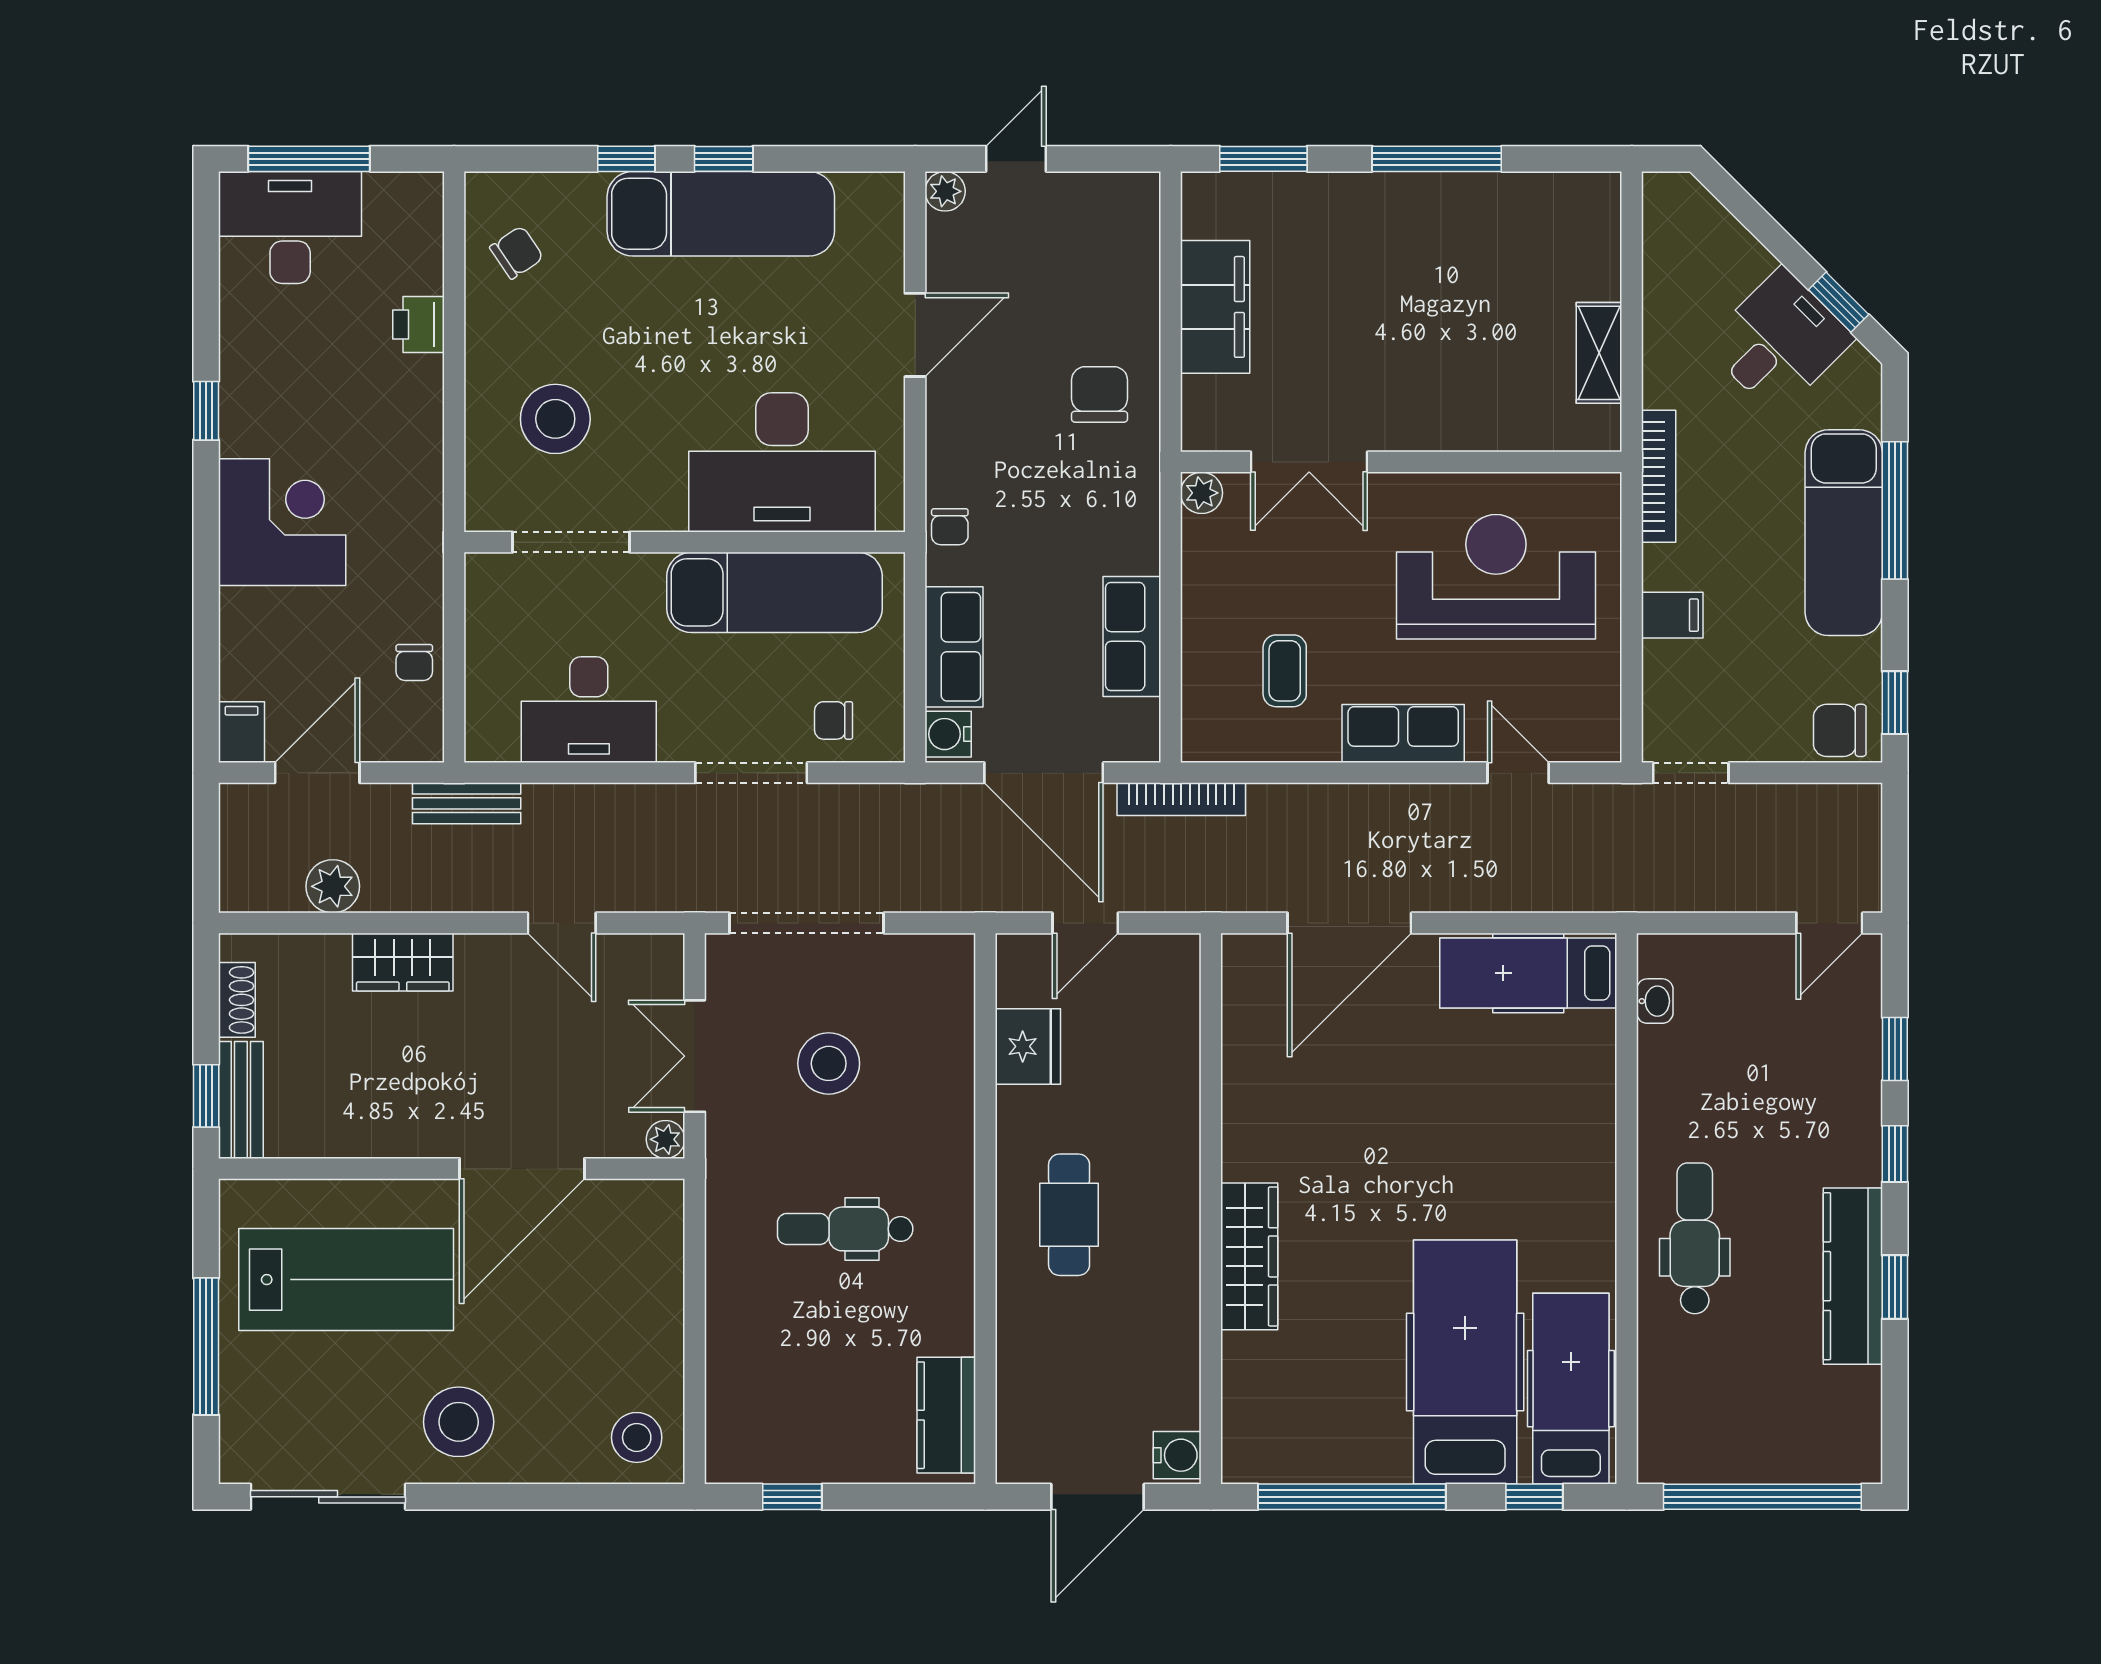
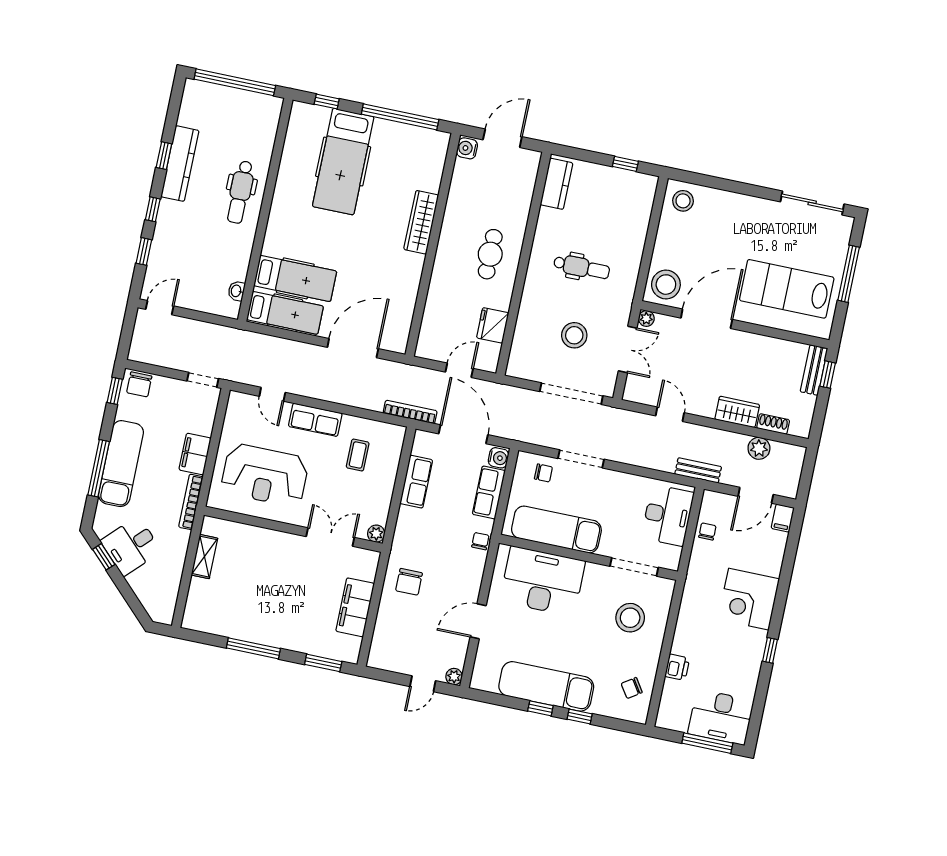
filing cabinet: (1672, 615) -> (195, 454), width x2.00
desk: (589, 710) -> (668, 515), moved, turned 90
chair: (1840, 730) -> (139, 384), turned 90
shoe rack: (237, 1000) -> (773, 424), moved, turned 90
hospital bed: (1571, 1389) -> (295, 278), moved, turned -90
stool: (459, 1422) -> (666, 285), moved

